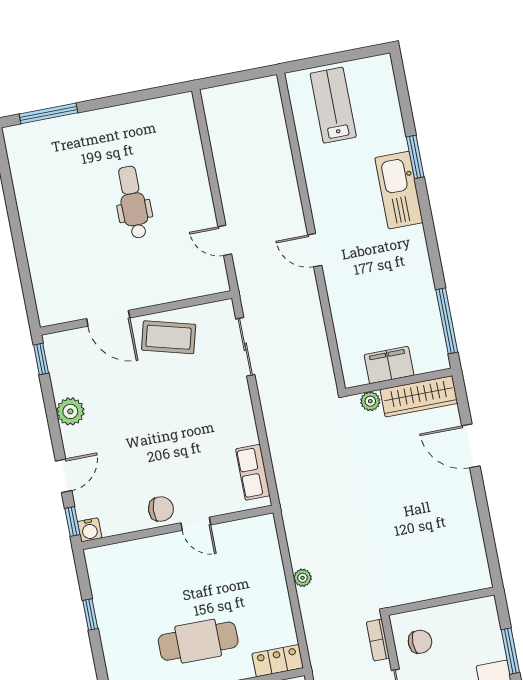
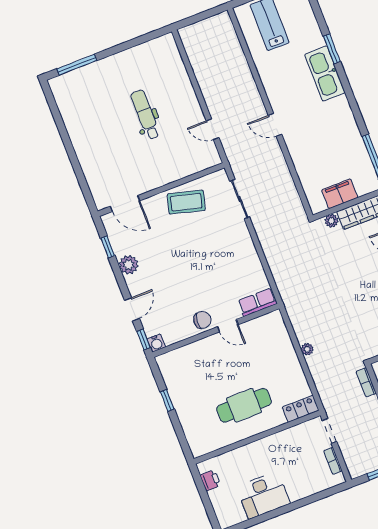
door: (108, 318) -> (125, 204), moved
window: (41, 359) -> (108, 247), moved
row of seats: (253, 472) -> (257, 302), moved, turned 90

